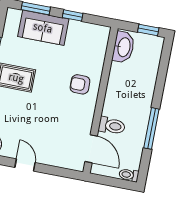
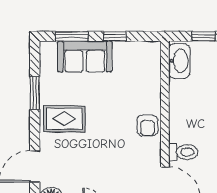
armchair: (80, 84) -> (147, 125), moved, turned -90

